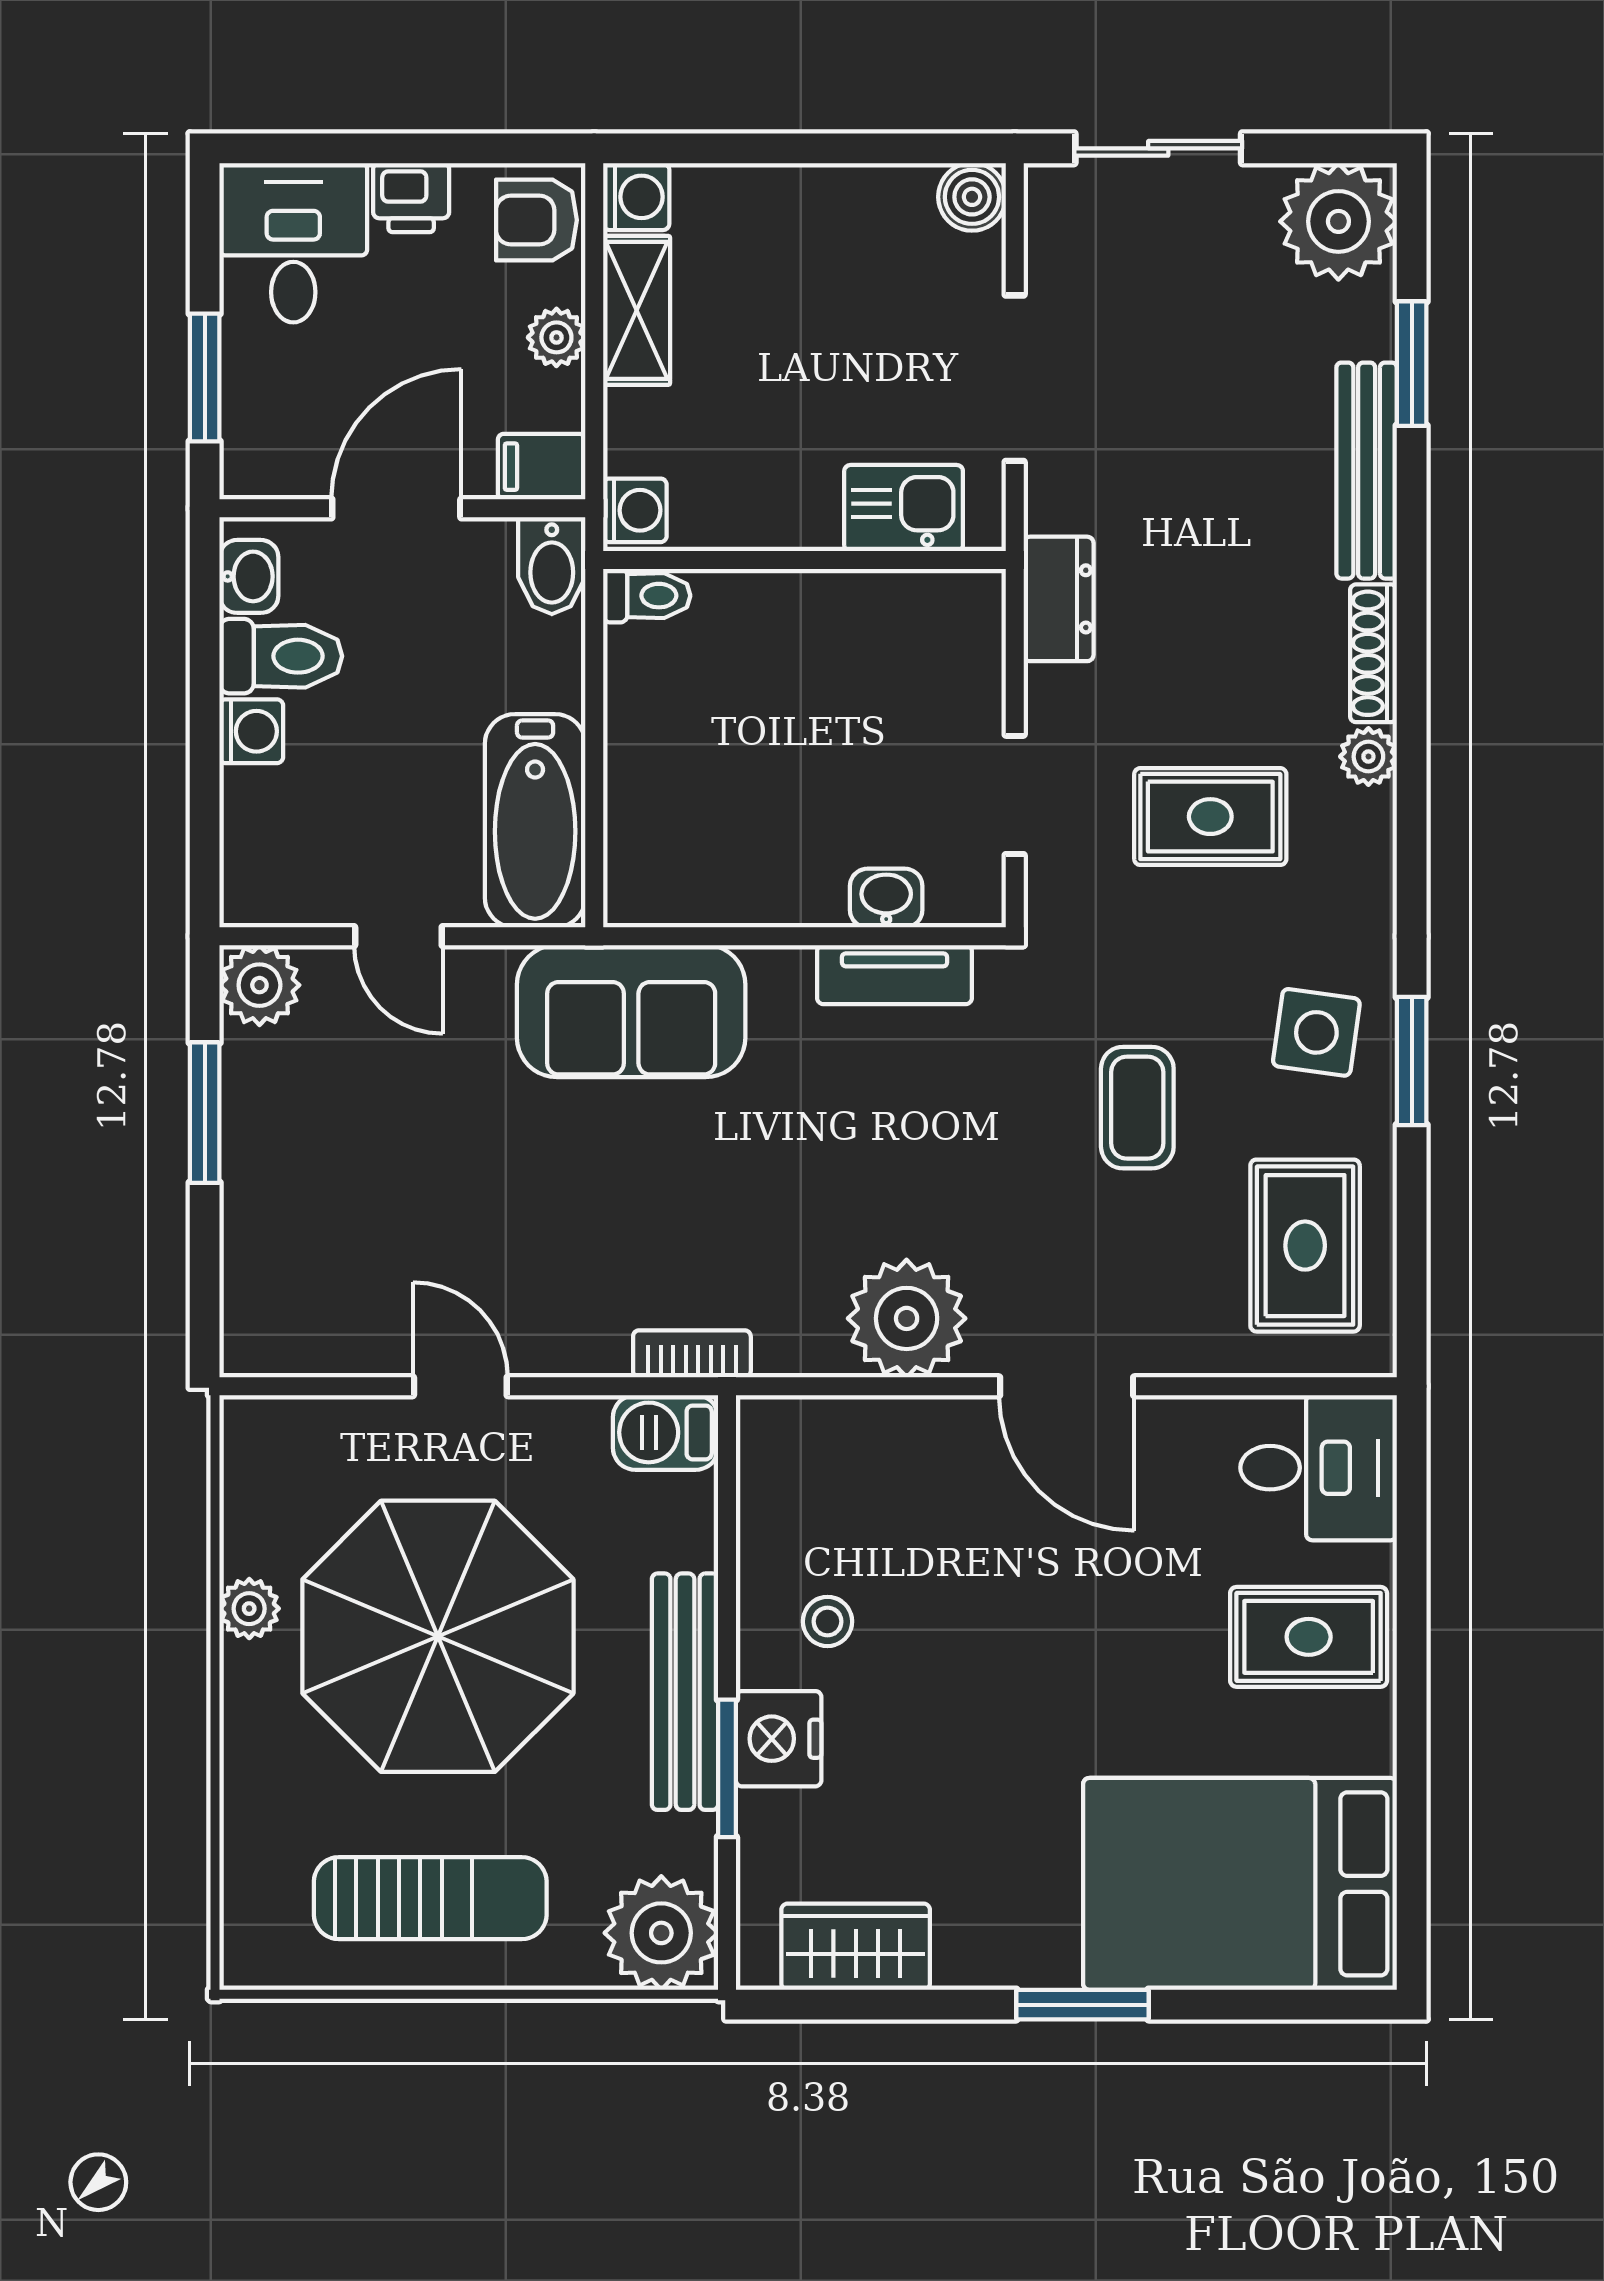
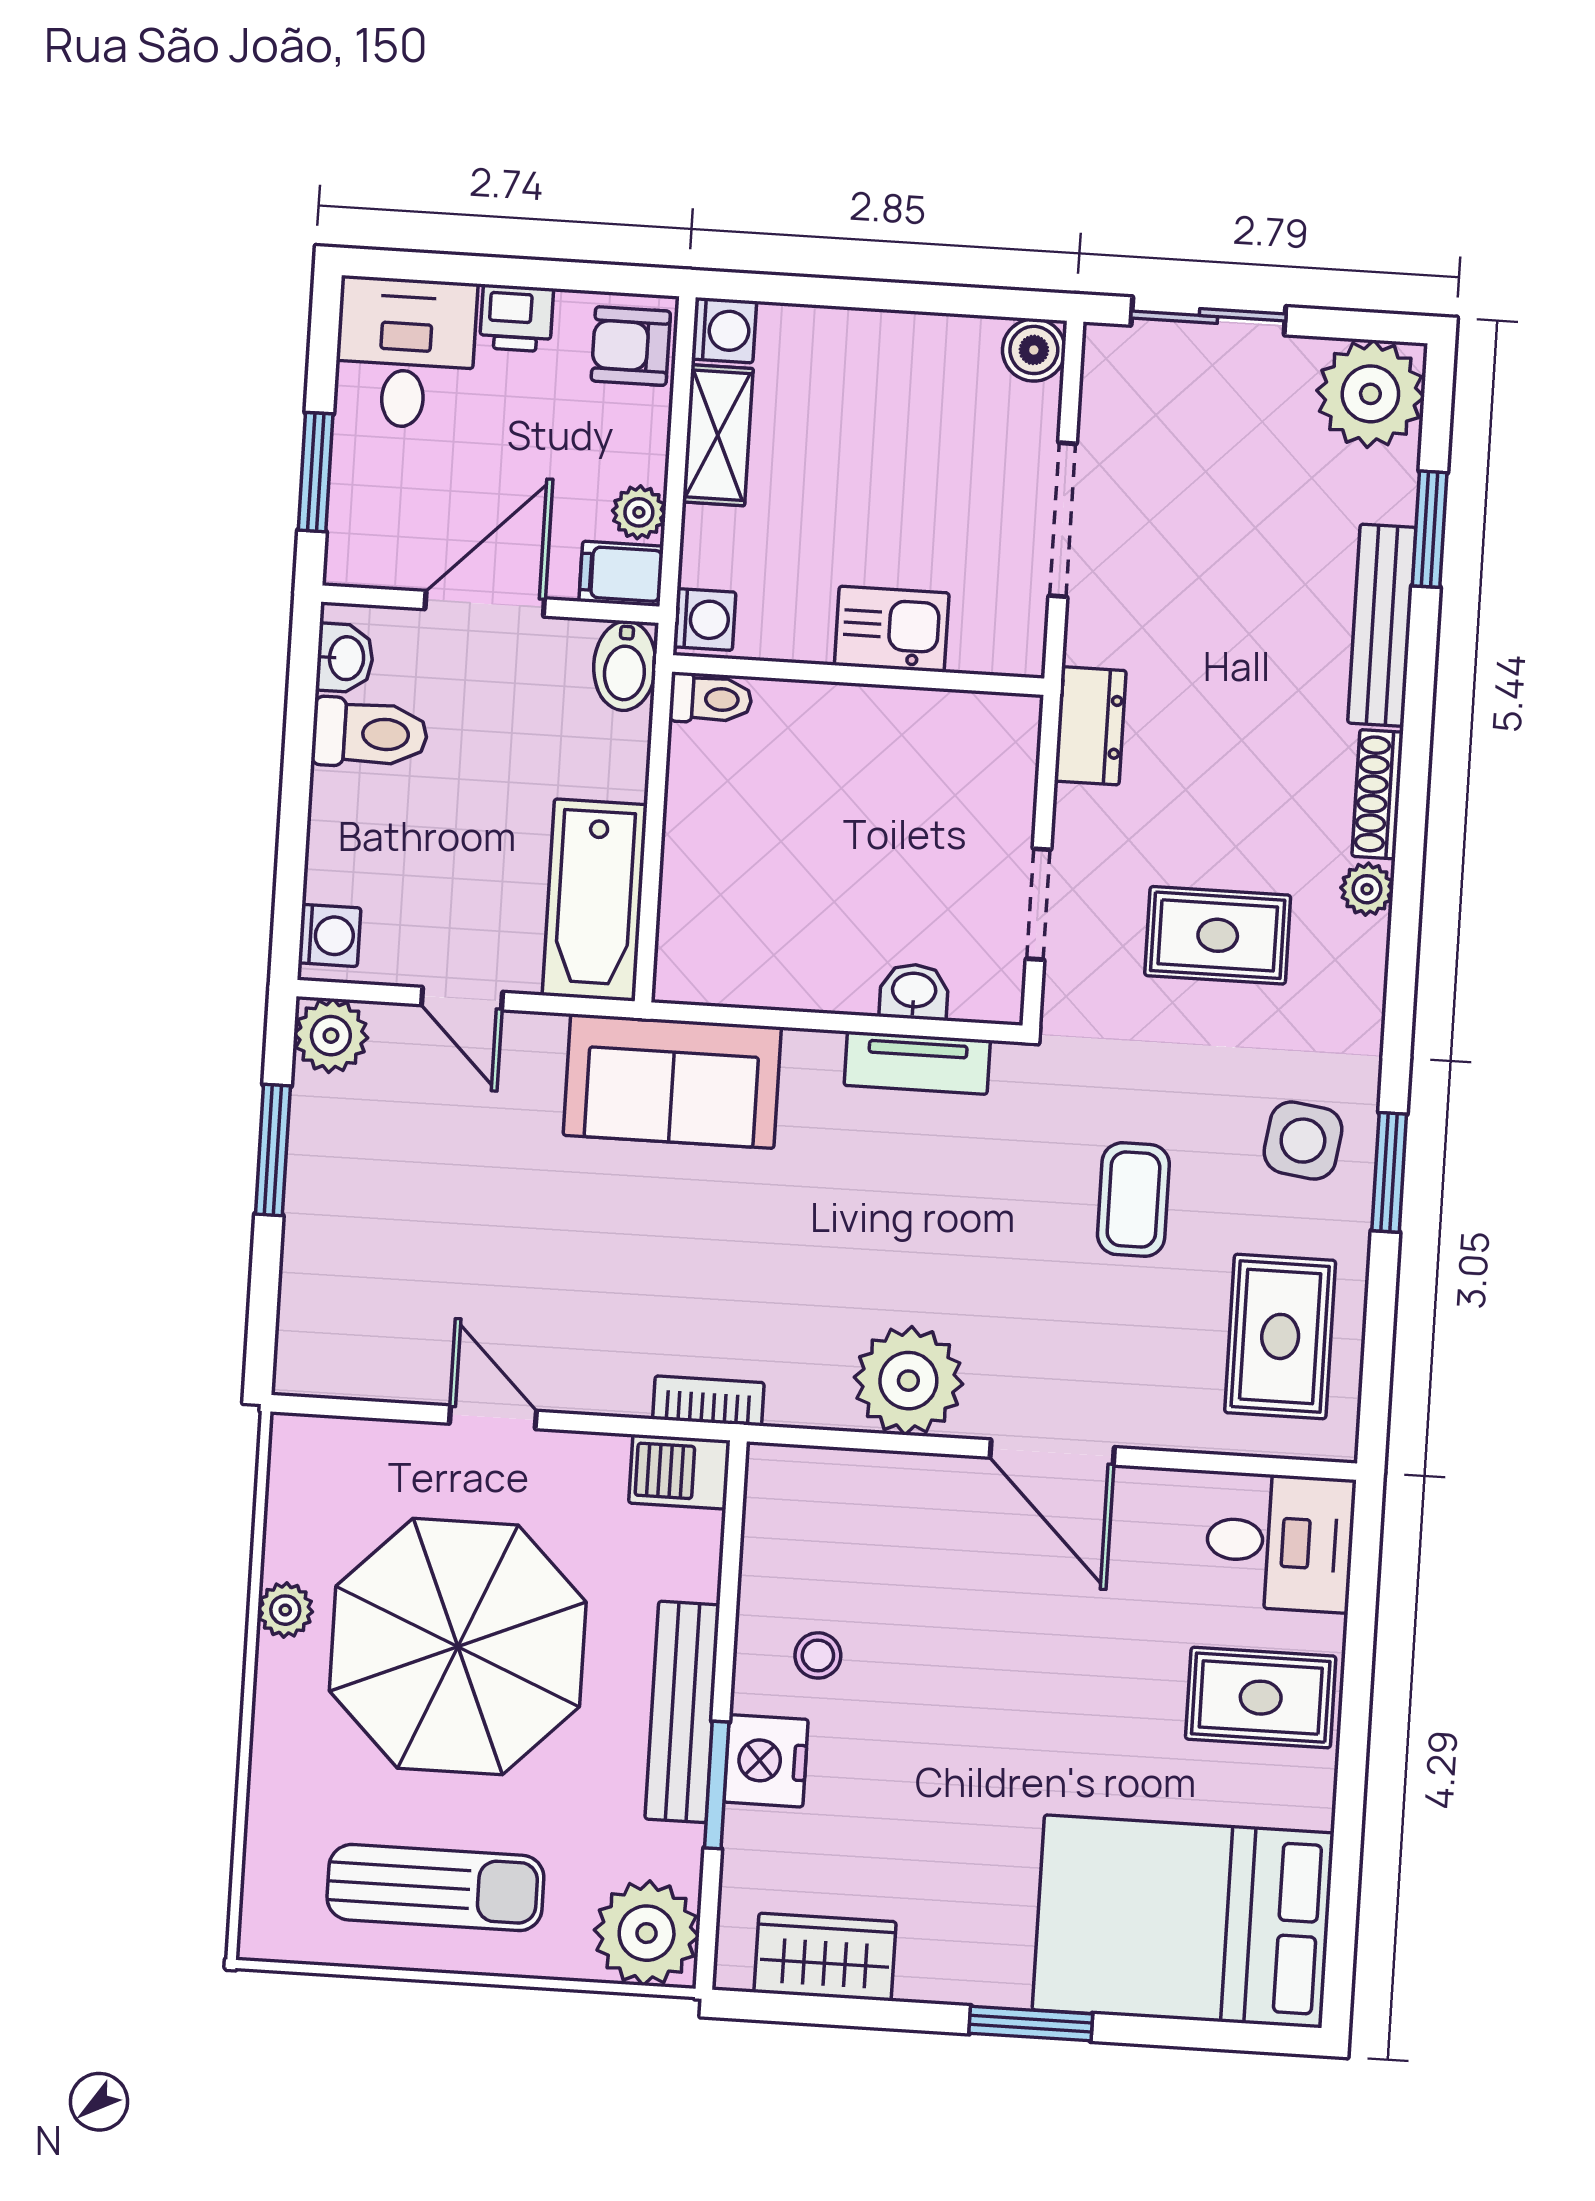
plant: (556, 337) -> (639, 512), moved
kitchen sink: (904, 508) -> (892, 629), moved
washing machine: (251, 731) -> (330, 935), moved

